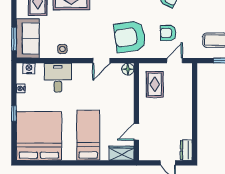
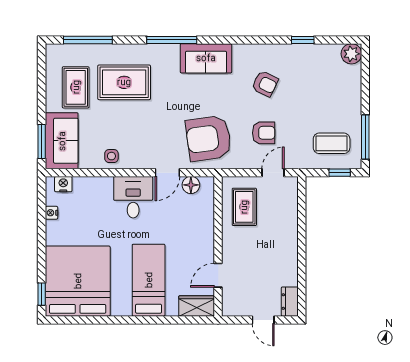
armchair: (168, 33) -> (264, 133), turned 180
floor lamp: (128, 69) -> (191, 185), moved
desk: (58, 78) -> (133, 197), moved
window: (14, 113) -> (42, 294), moved

